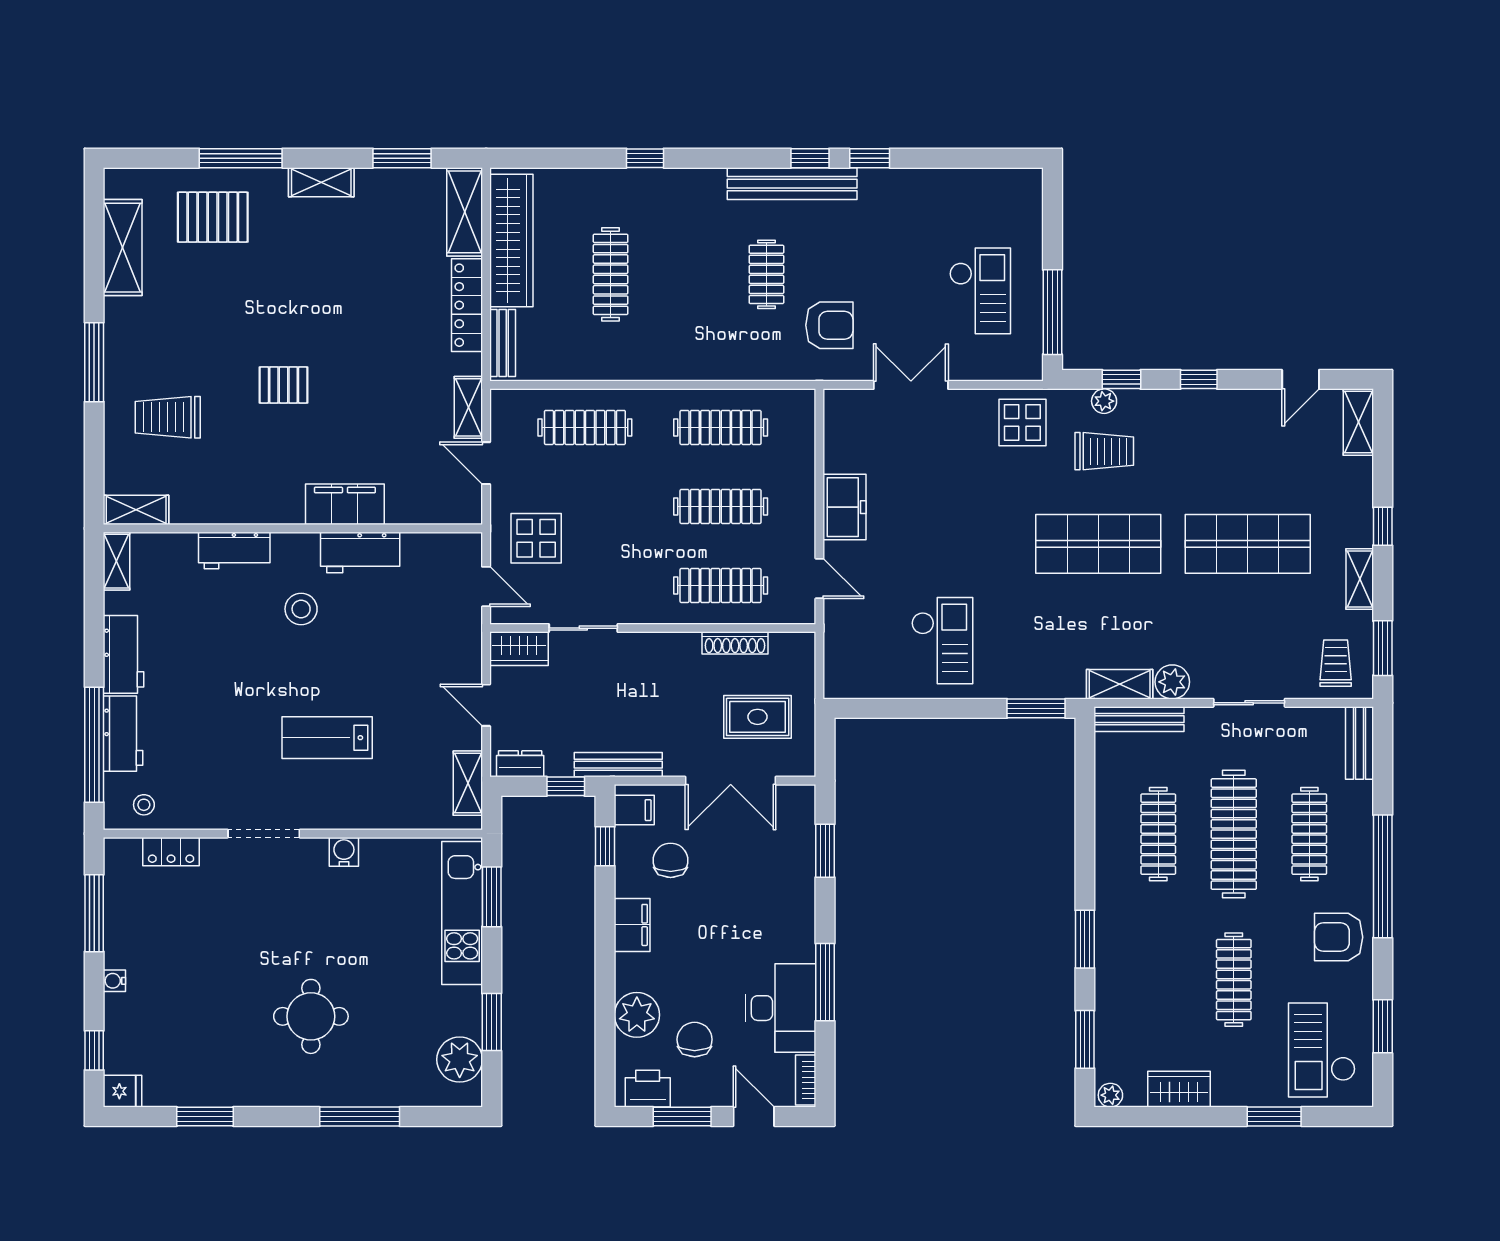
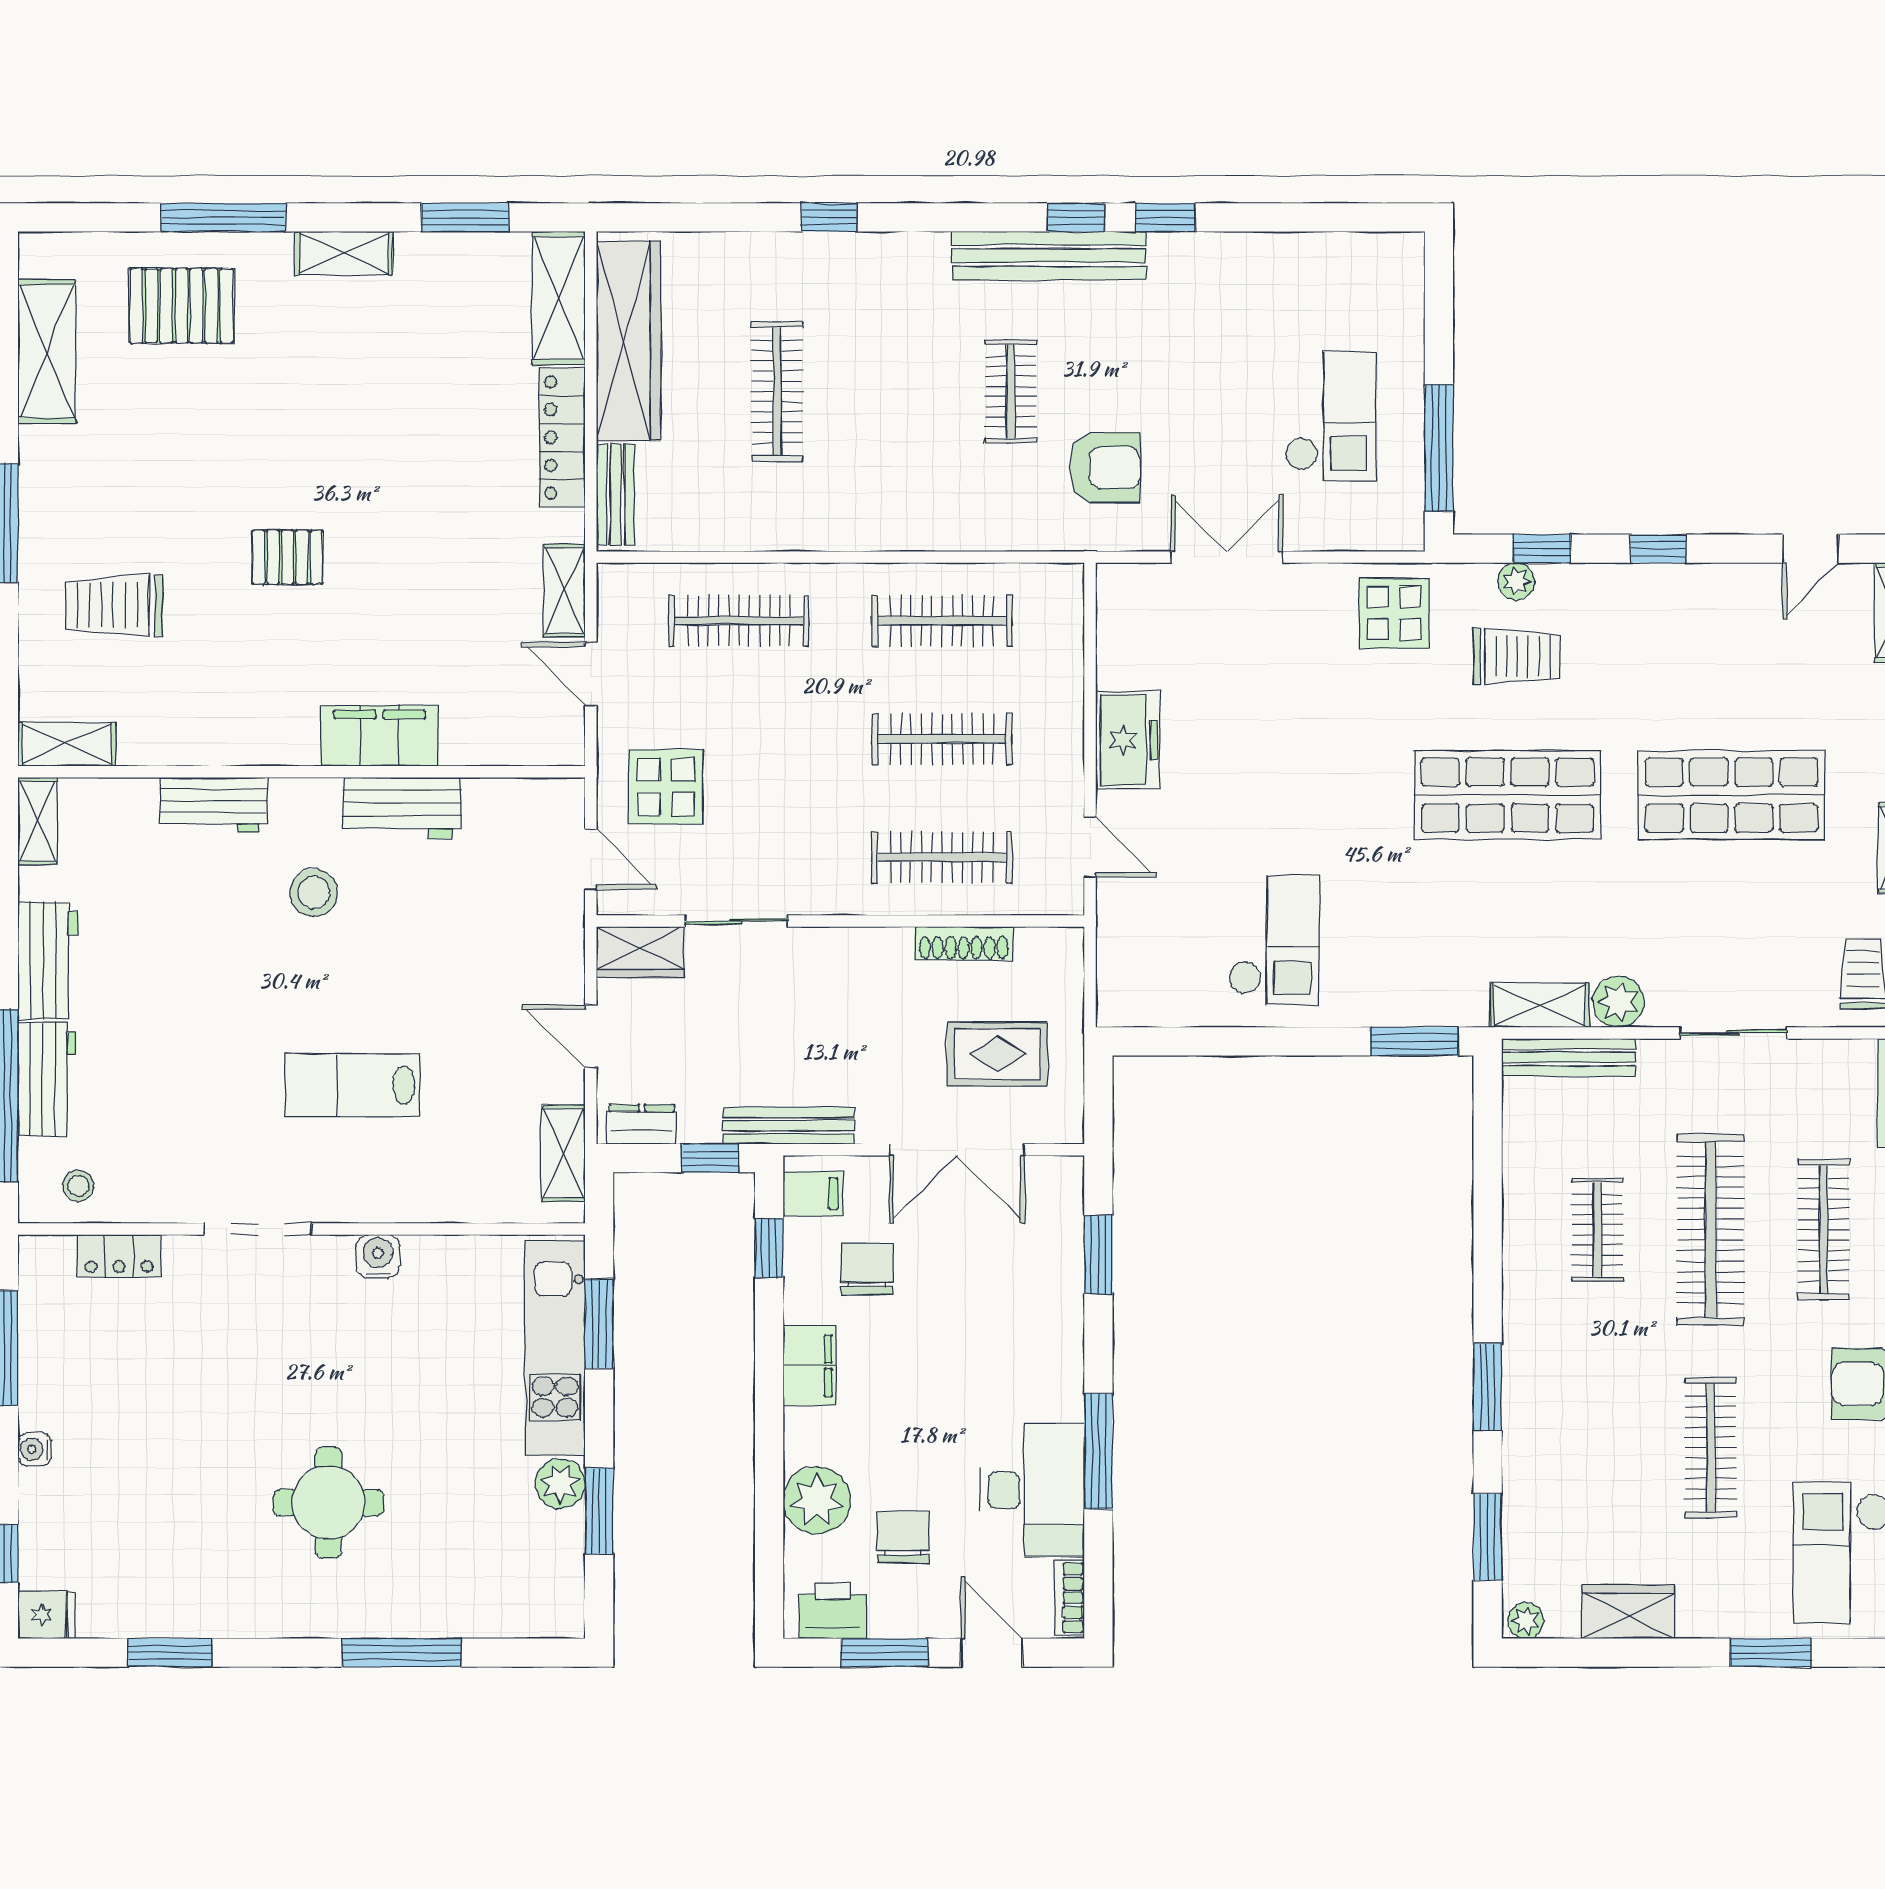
clothes rail: (1158, 834) -> (1597, 1230), width x0.73
plant: (460, 1060) -> (560, 1484), moved, width x0.73, depth x0.73

